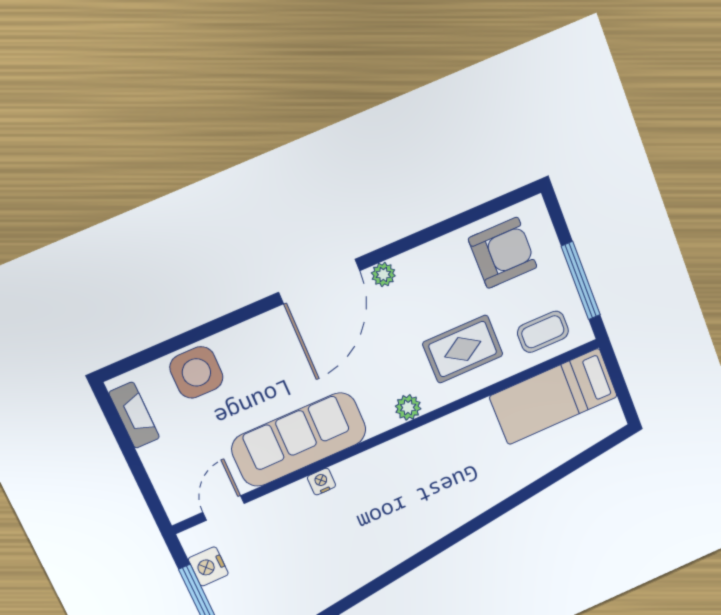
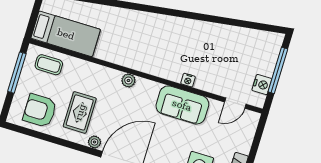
rug: (463, 349) -> (80, 112), moved, turned 90
sofa: (299, 440) -> (182, 105), width x0.73

